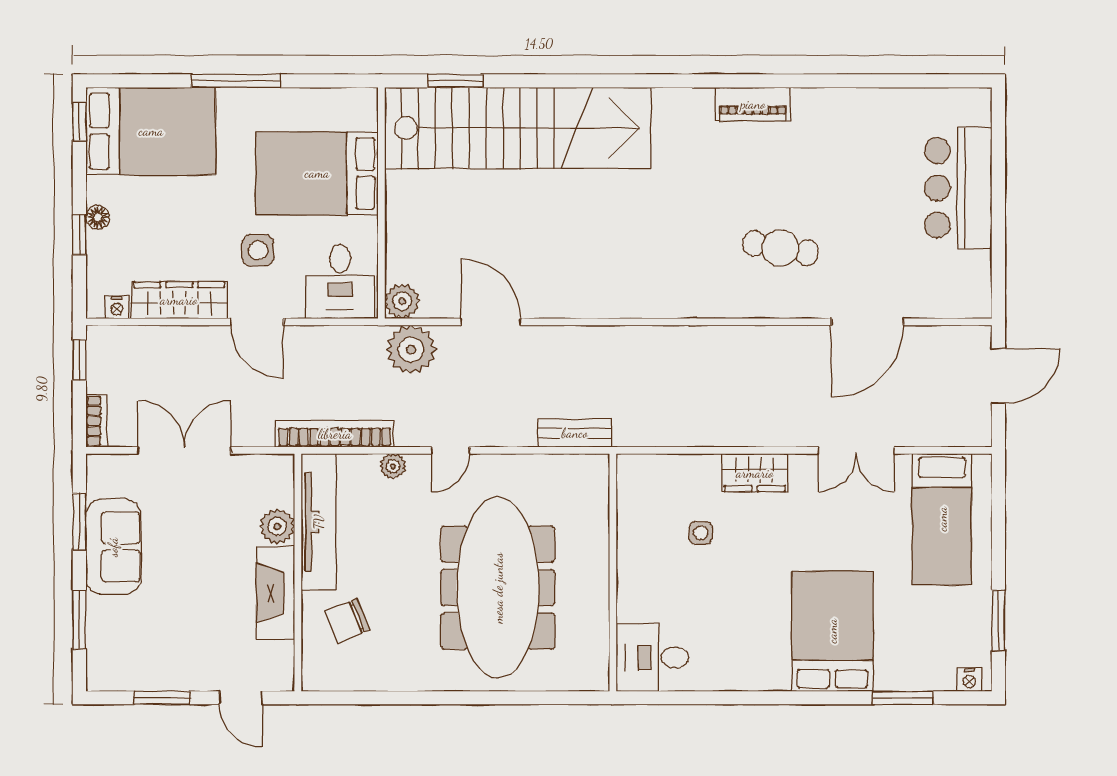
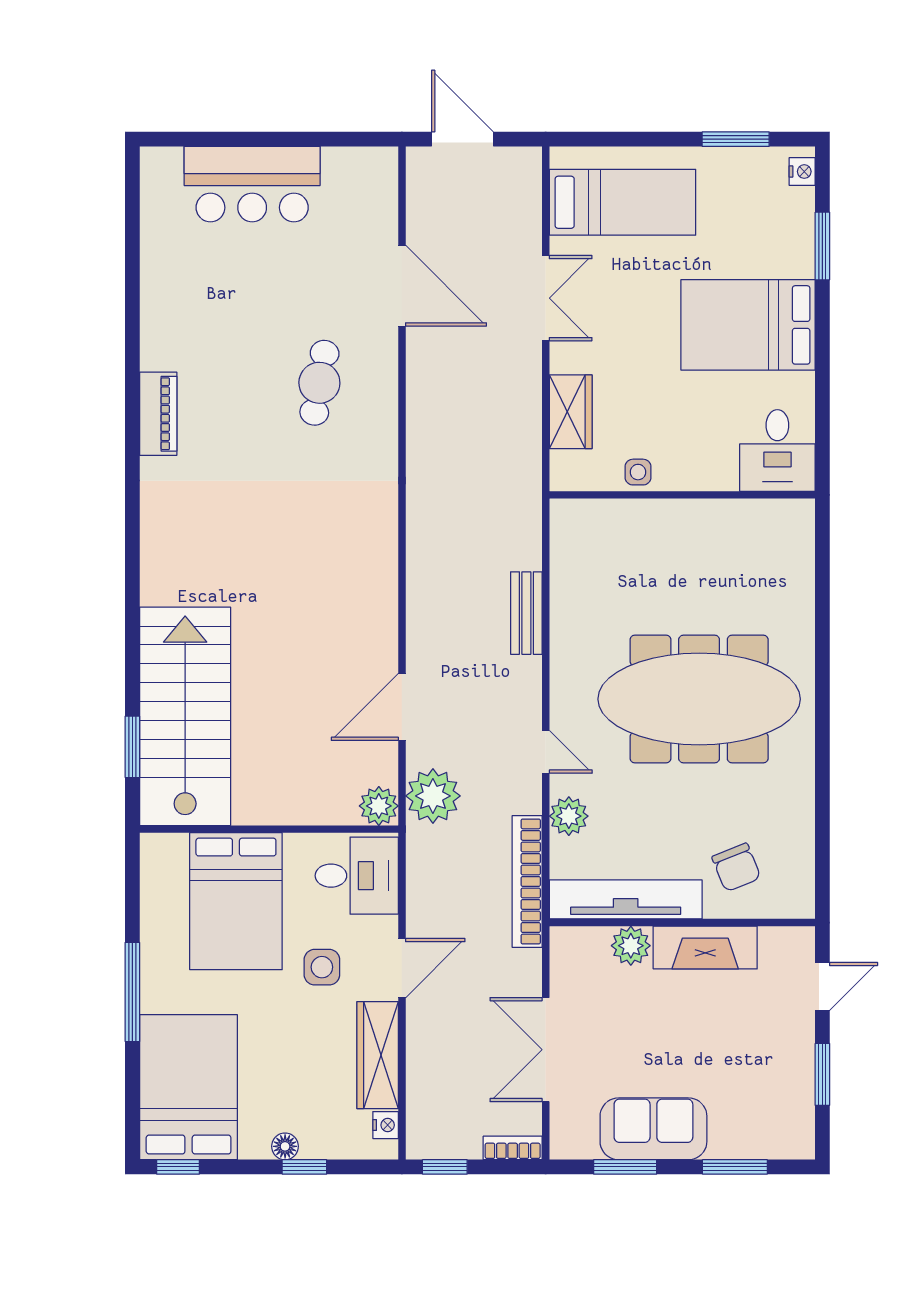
stairs: (518, 128) -> (185, 716), width x0.73
plant: (393, 466) -> (569, 816), width x1.38, depth x1.38
wall: (613, 572) -> (682, 495), moved
desk: (652, 658) -> (777, 451), moved

